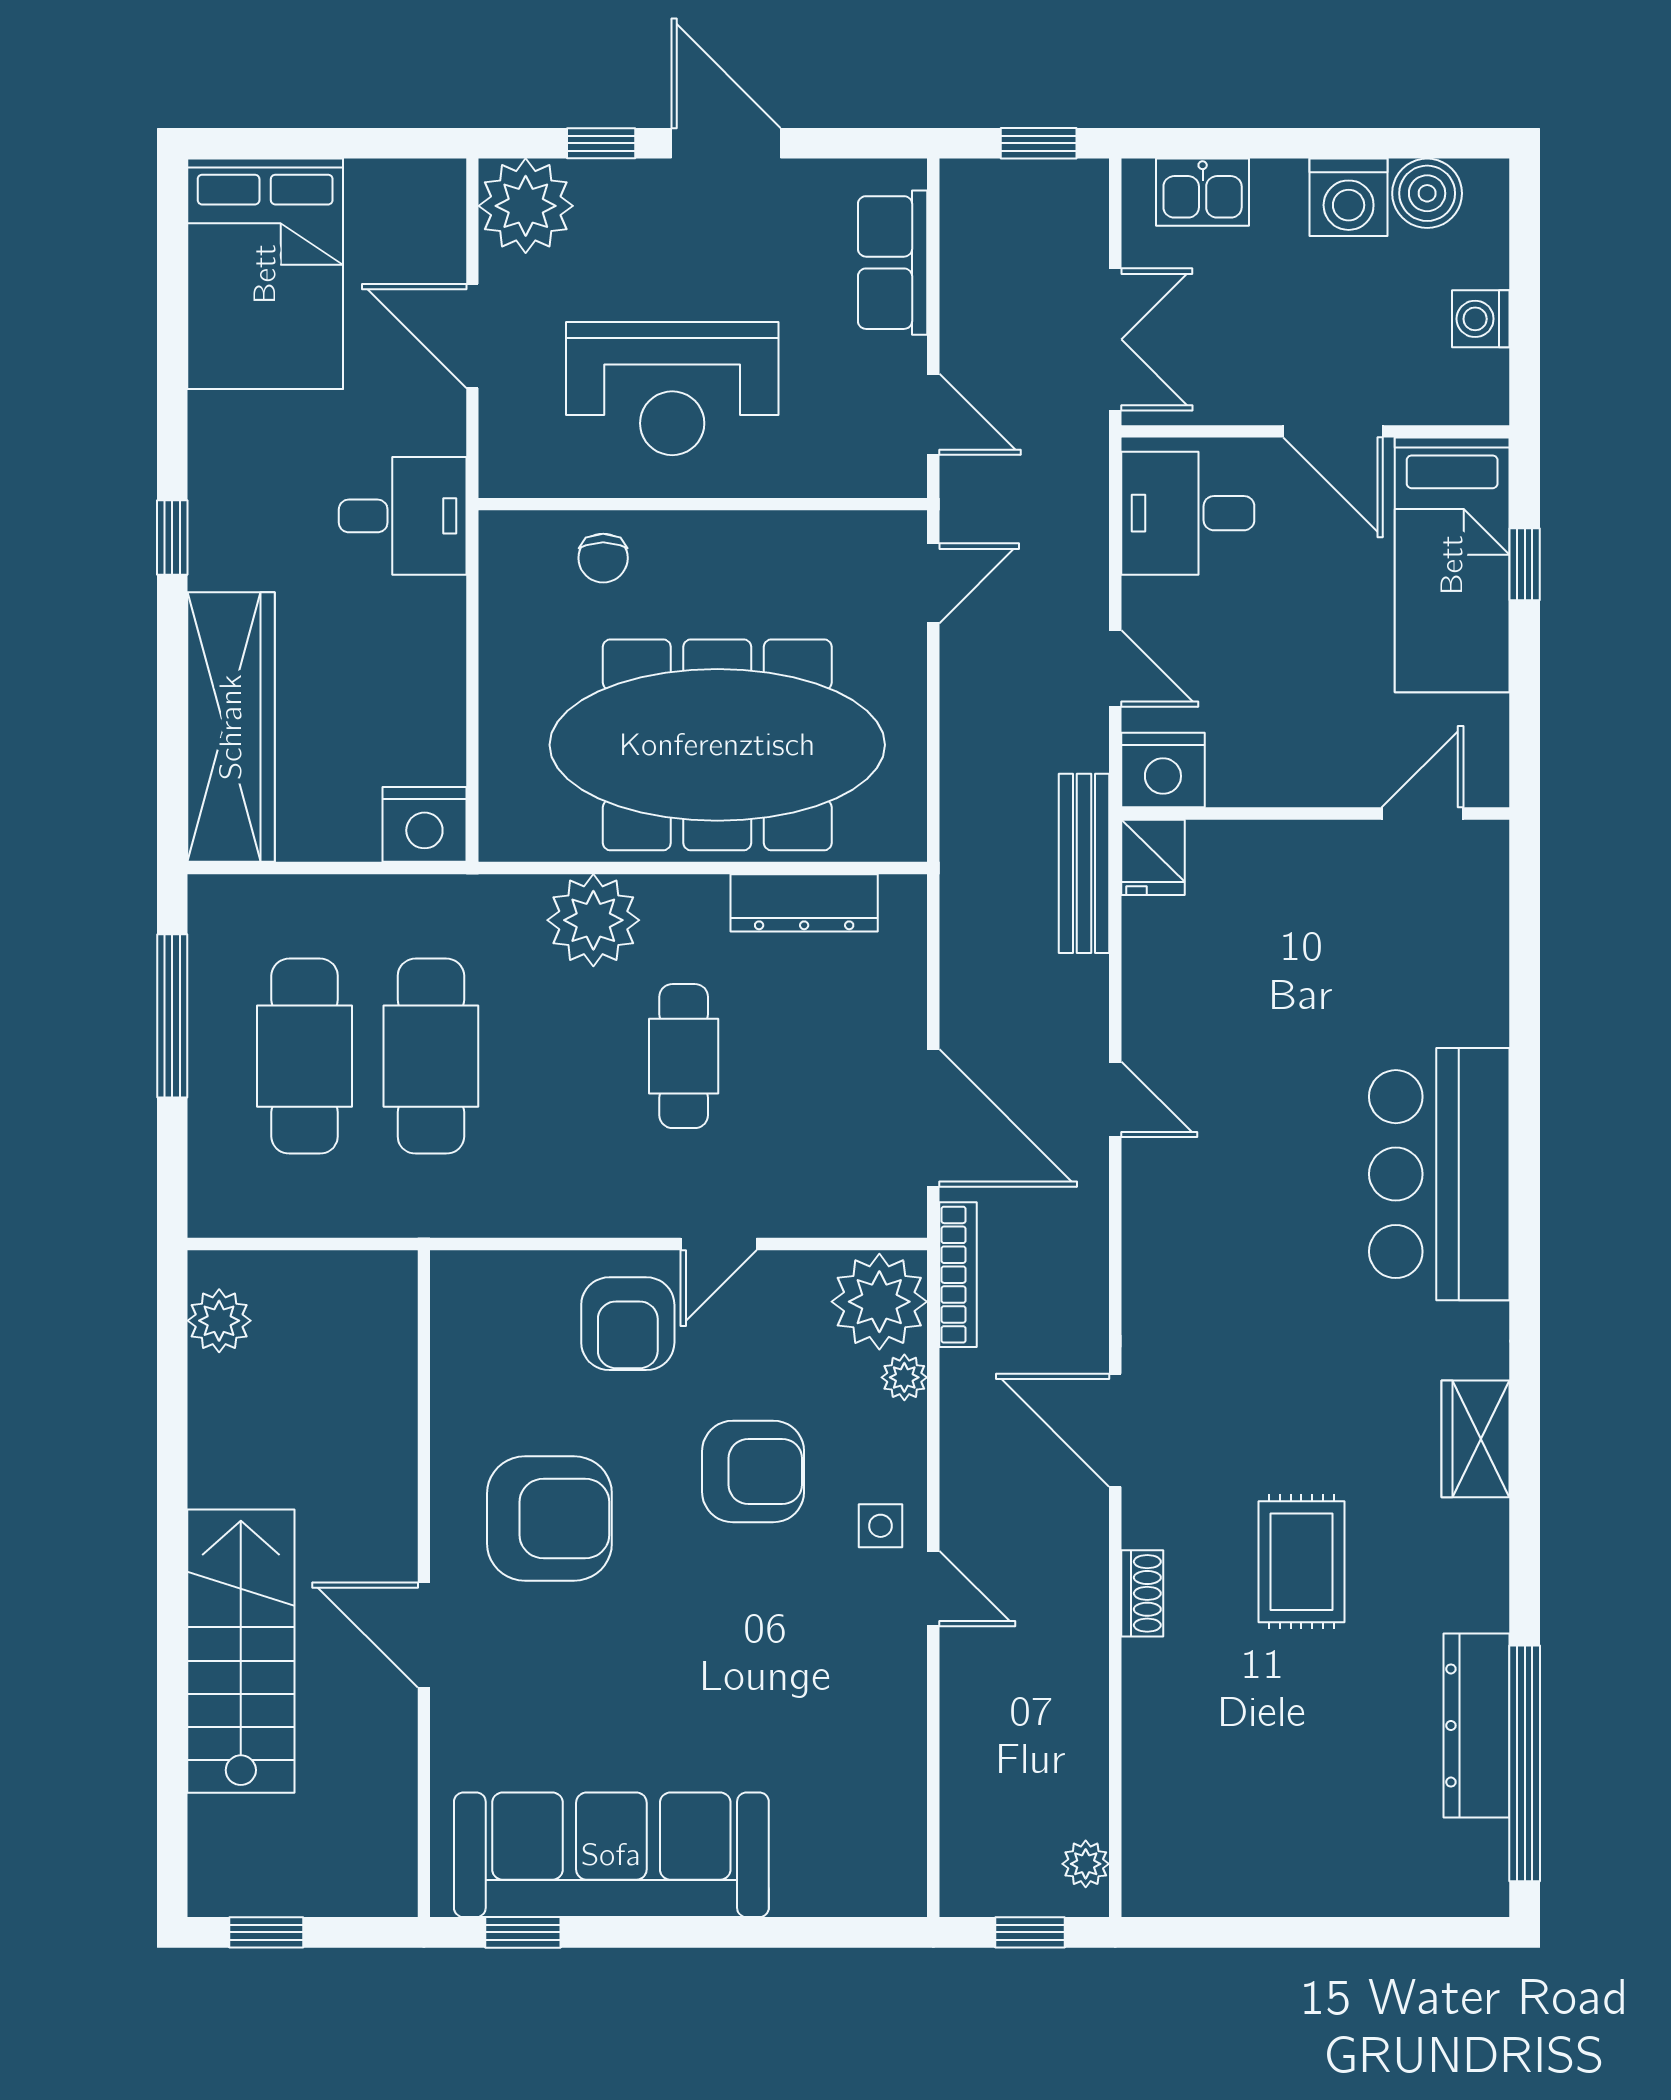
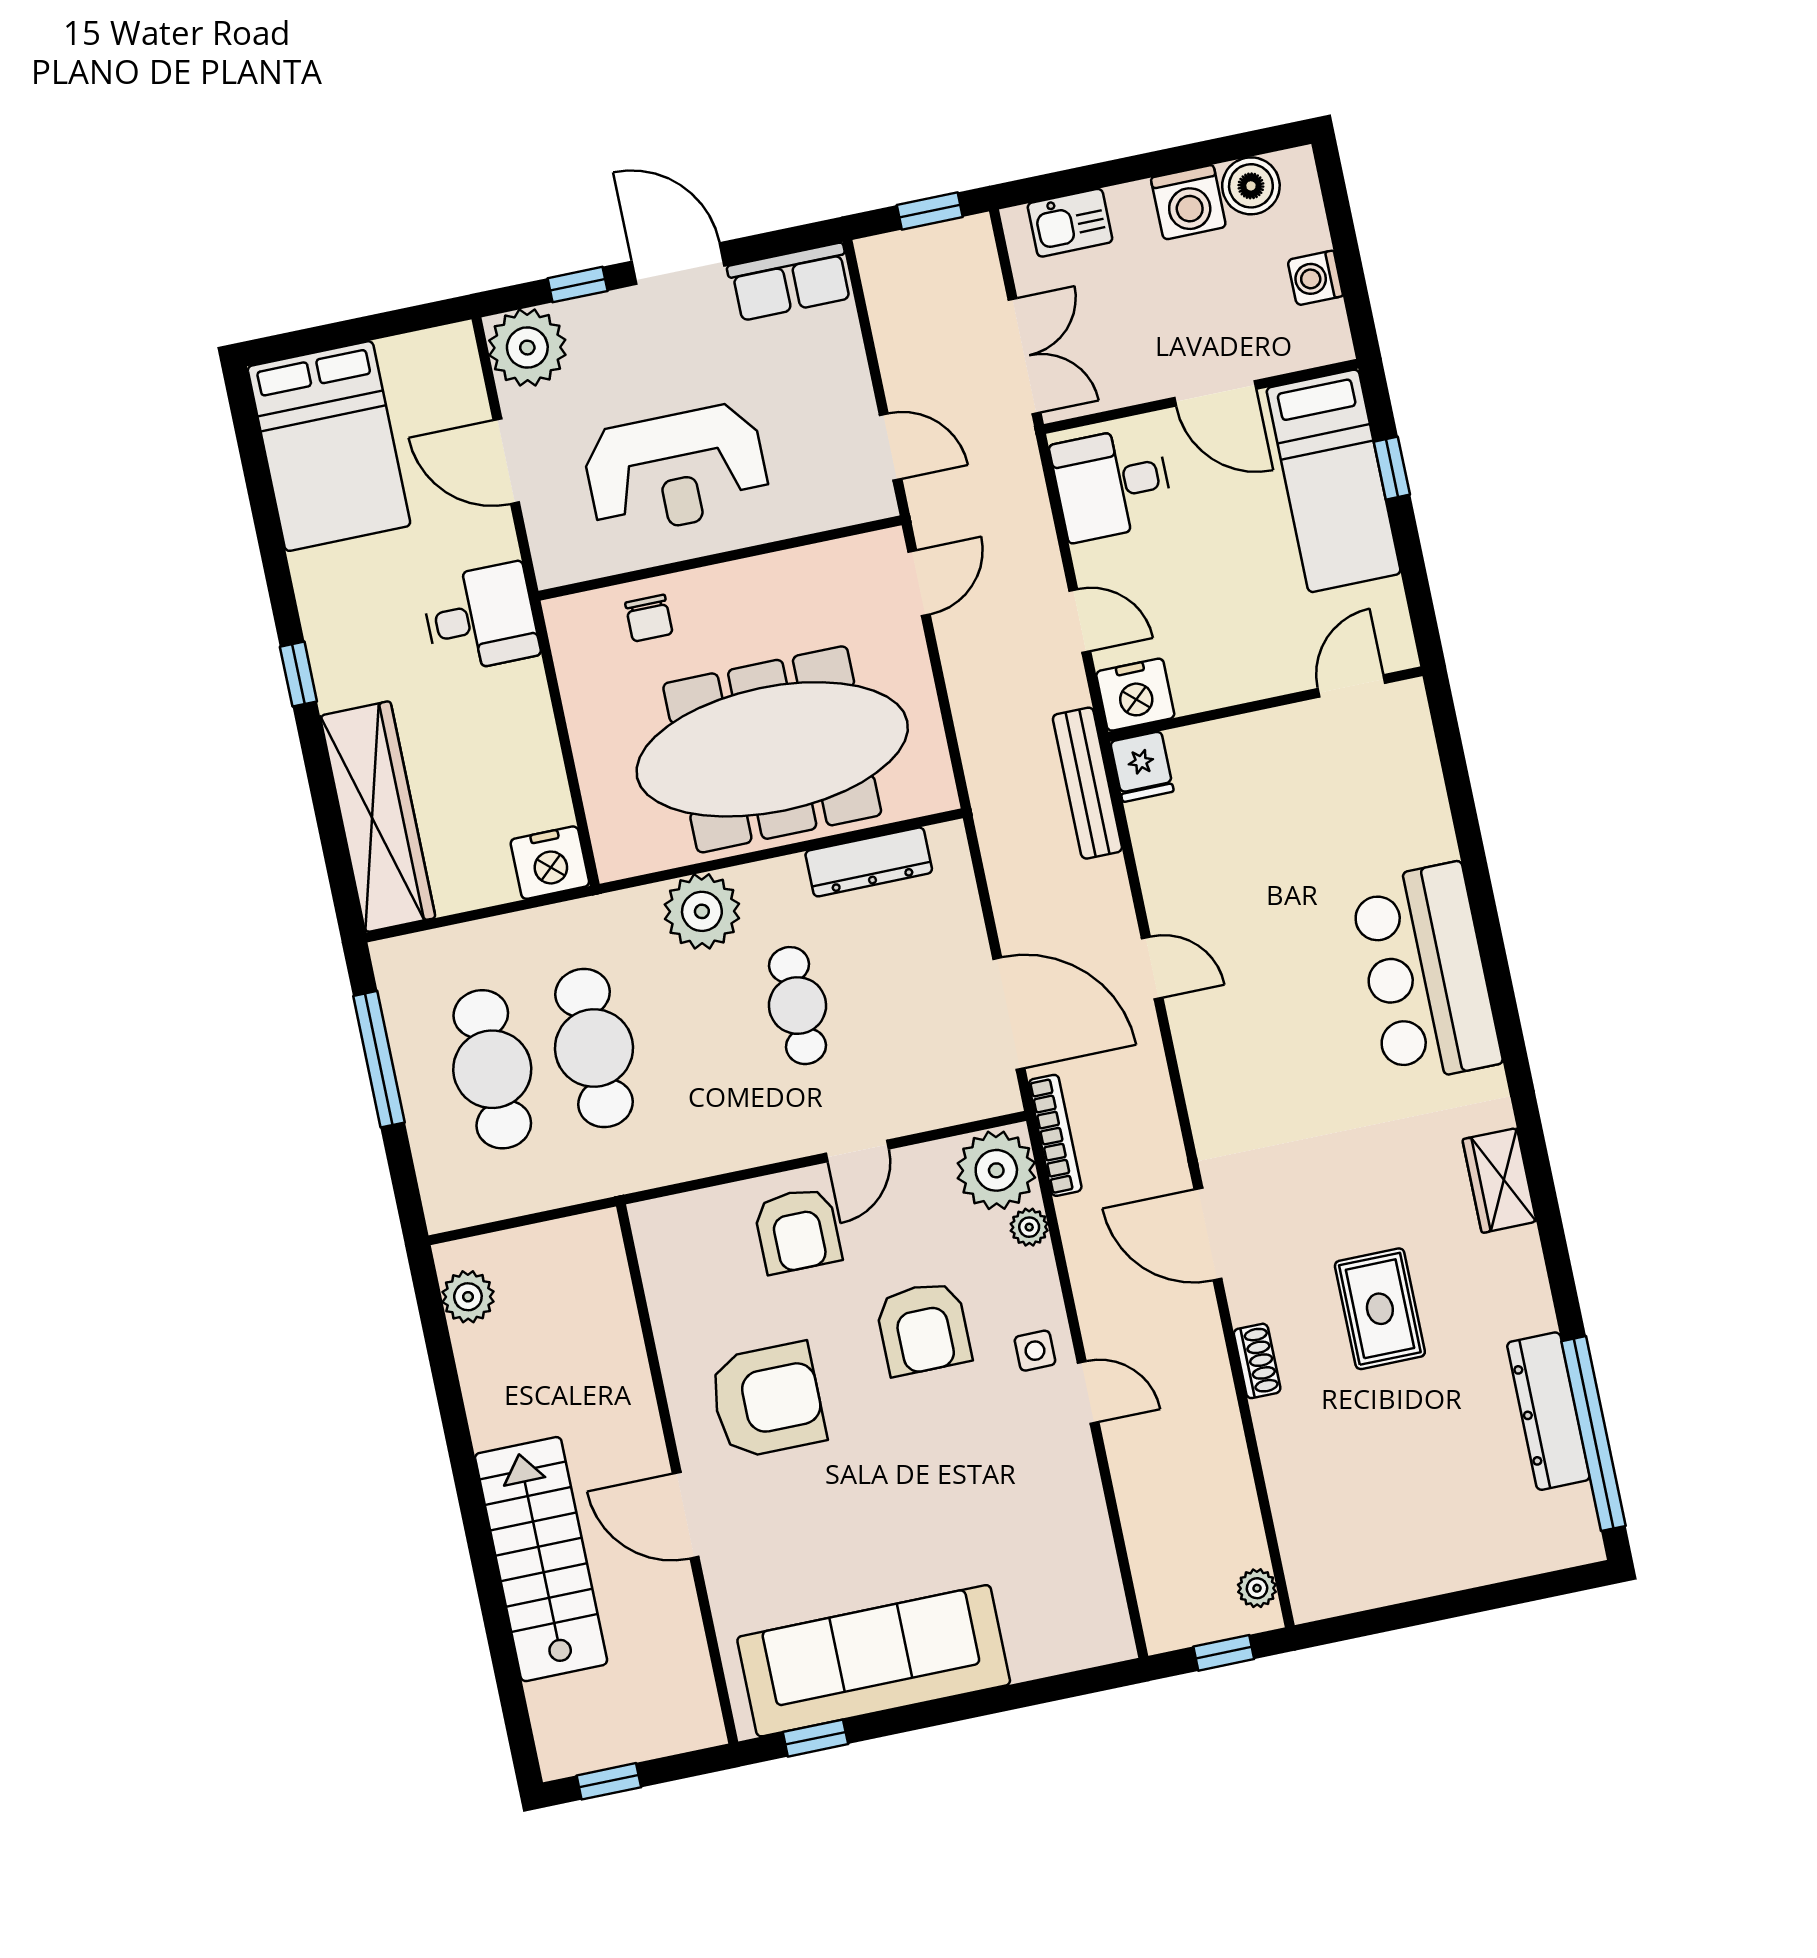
row of seats: (893, 263) -> (790, 282), moved, turned -90
armchair: (753, 1471) -> (923, 1328), turned 90

